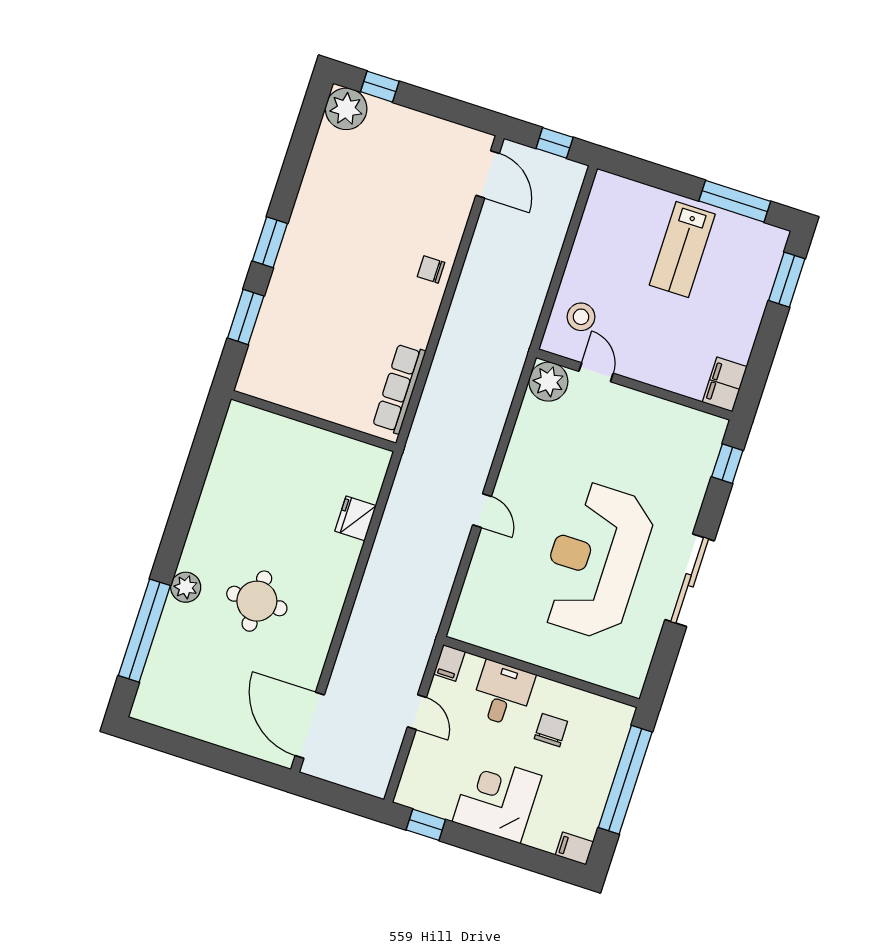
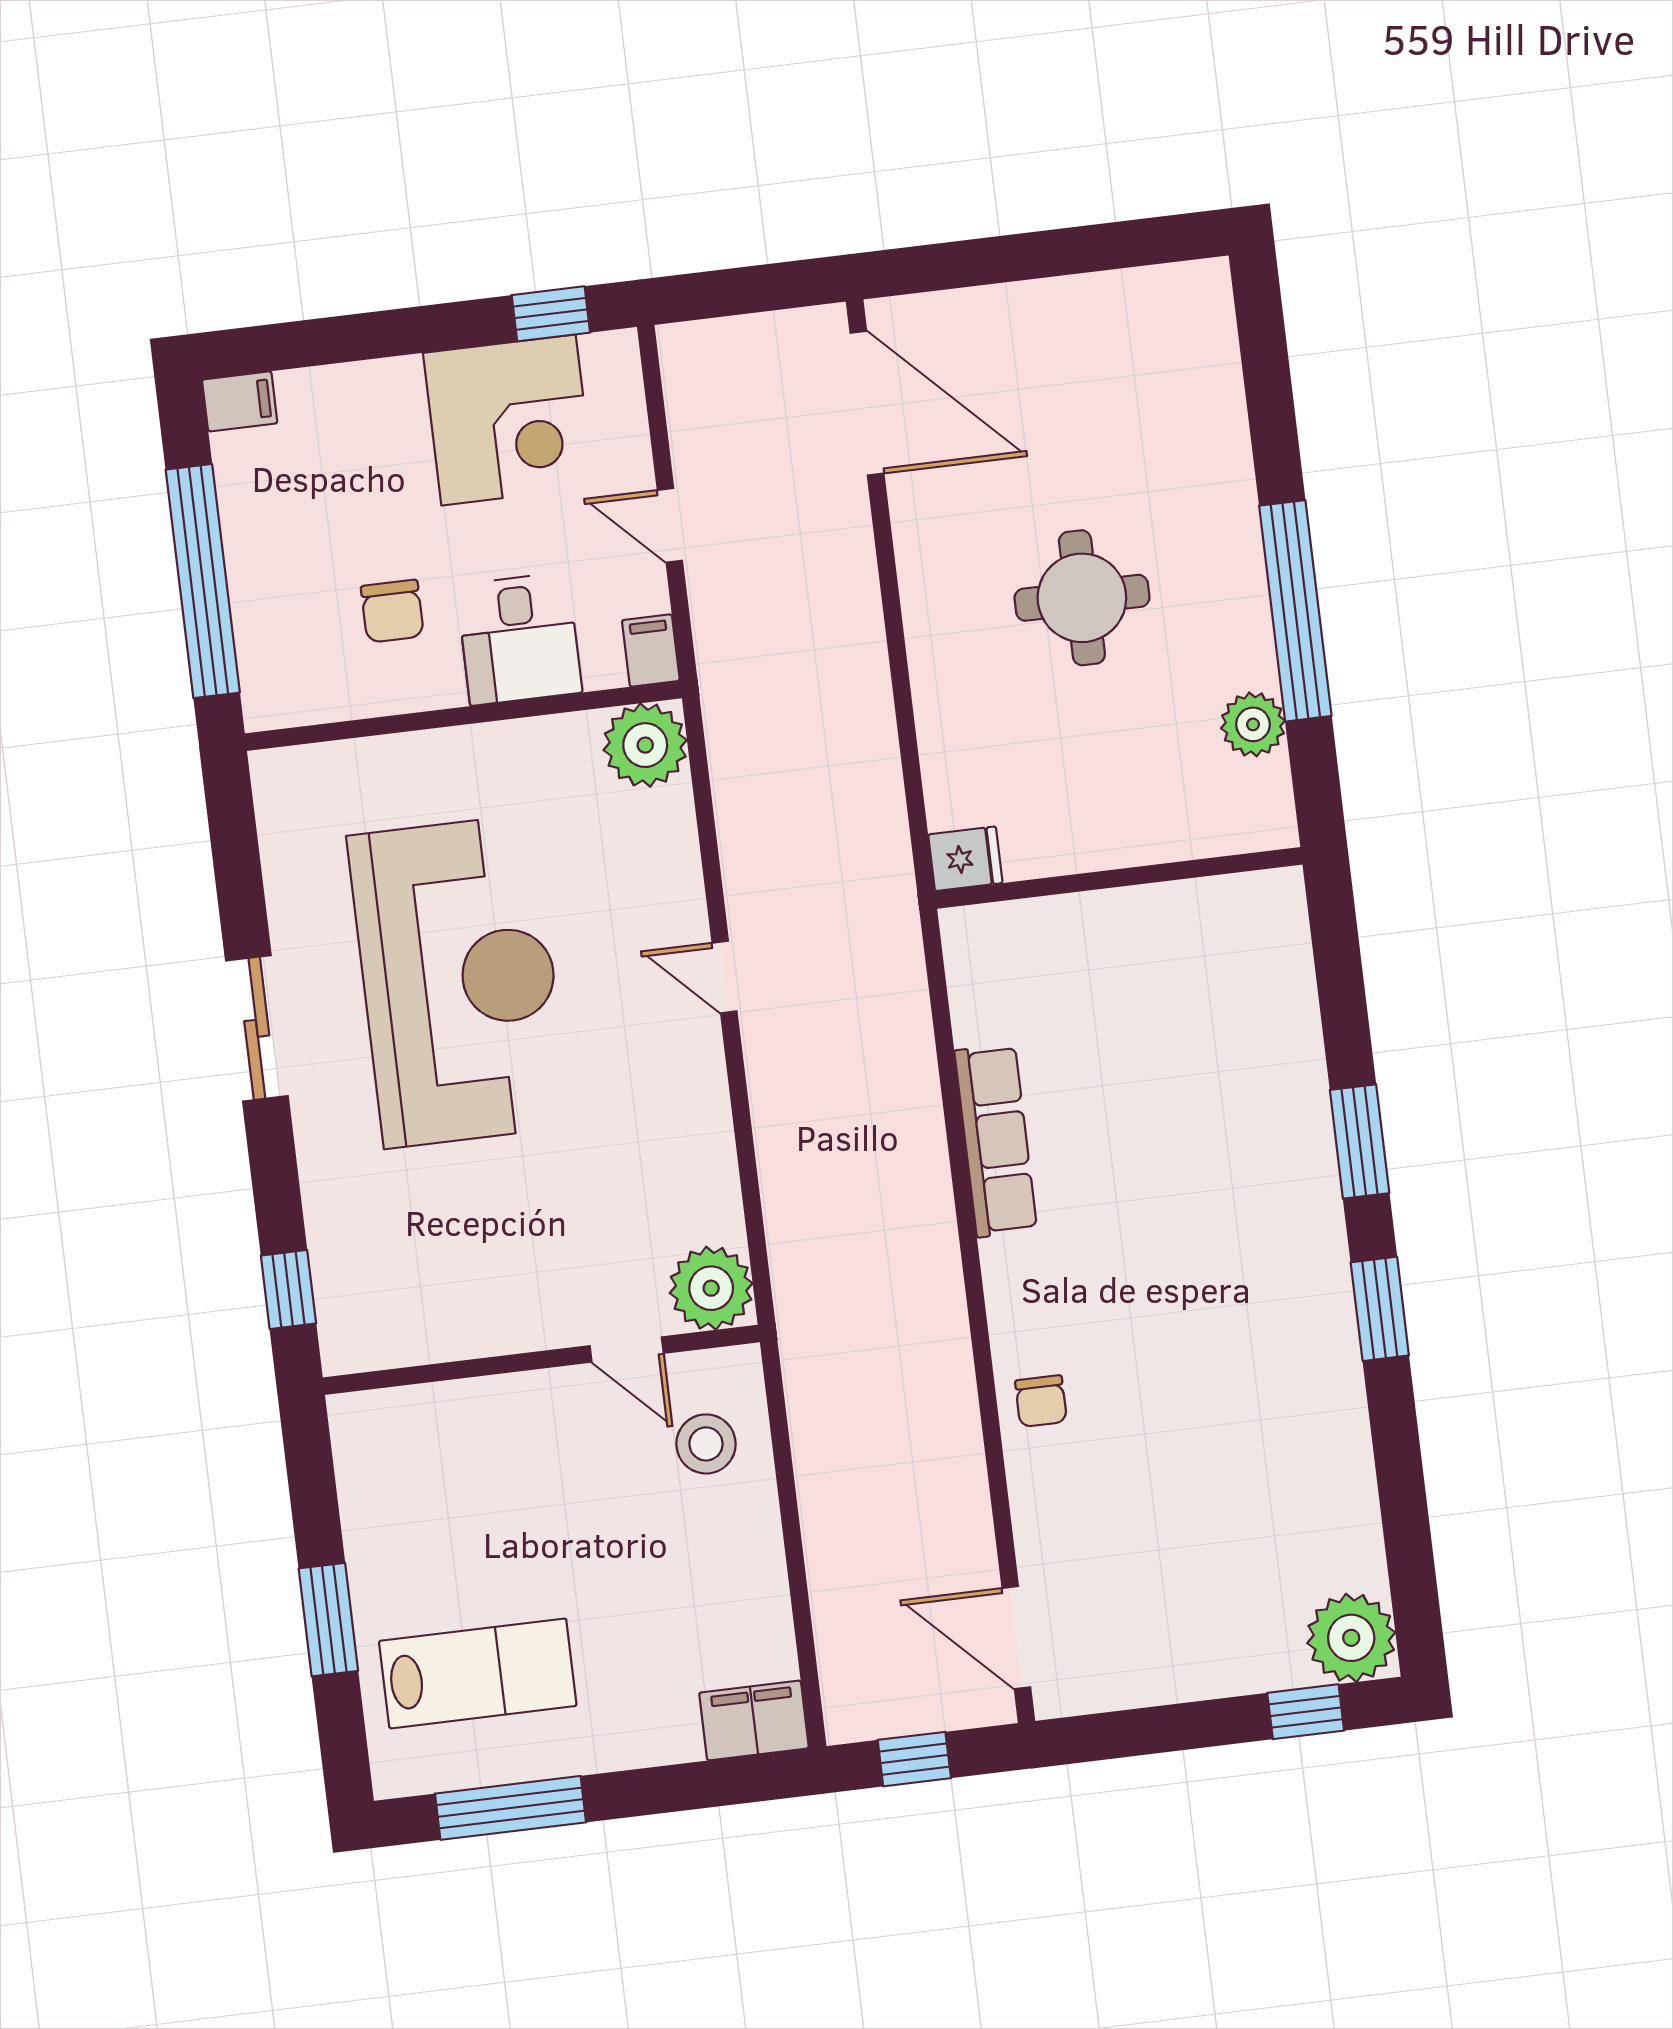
lab bench: (682, 250) -> (478, 1673), moved, turned 90
chair: (431, 269) -> (1041, 1401), turned 90
window: (787, 280) -> (328, 1620), moved
filing cabinet: (725, 384) -> (754, 1720), moved, turned -90
wall: (314, 421) -> (1119, 878), moved
fridge: (356, 518) -> (965, 859), width x0.72
sliding door: (690, 580) -> (257, 1028), width x0.73
plant: (186, 587) -> (1253, 724), moved
plant: (470, 624) -> (645, 745), added
window: (144, 631) -> (1295, 611), moved
corner desk: (497, 799) -> (509, 420), moved

